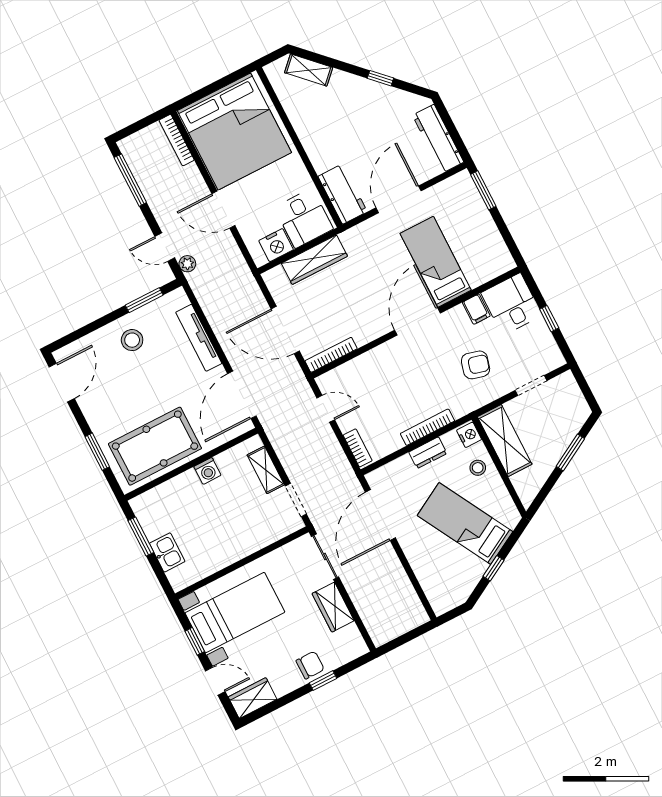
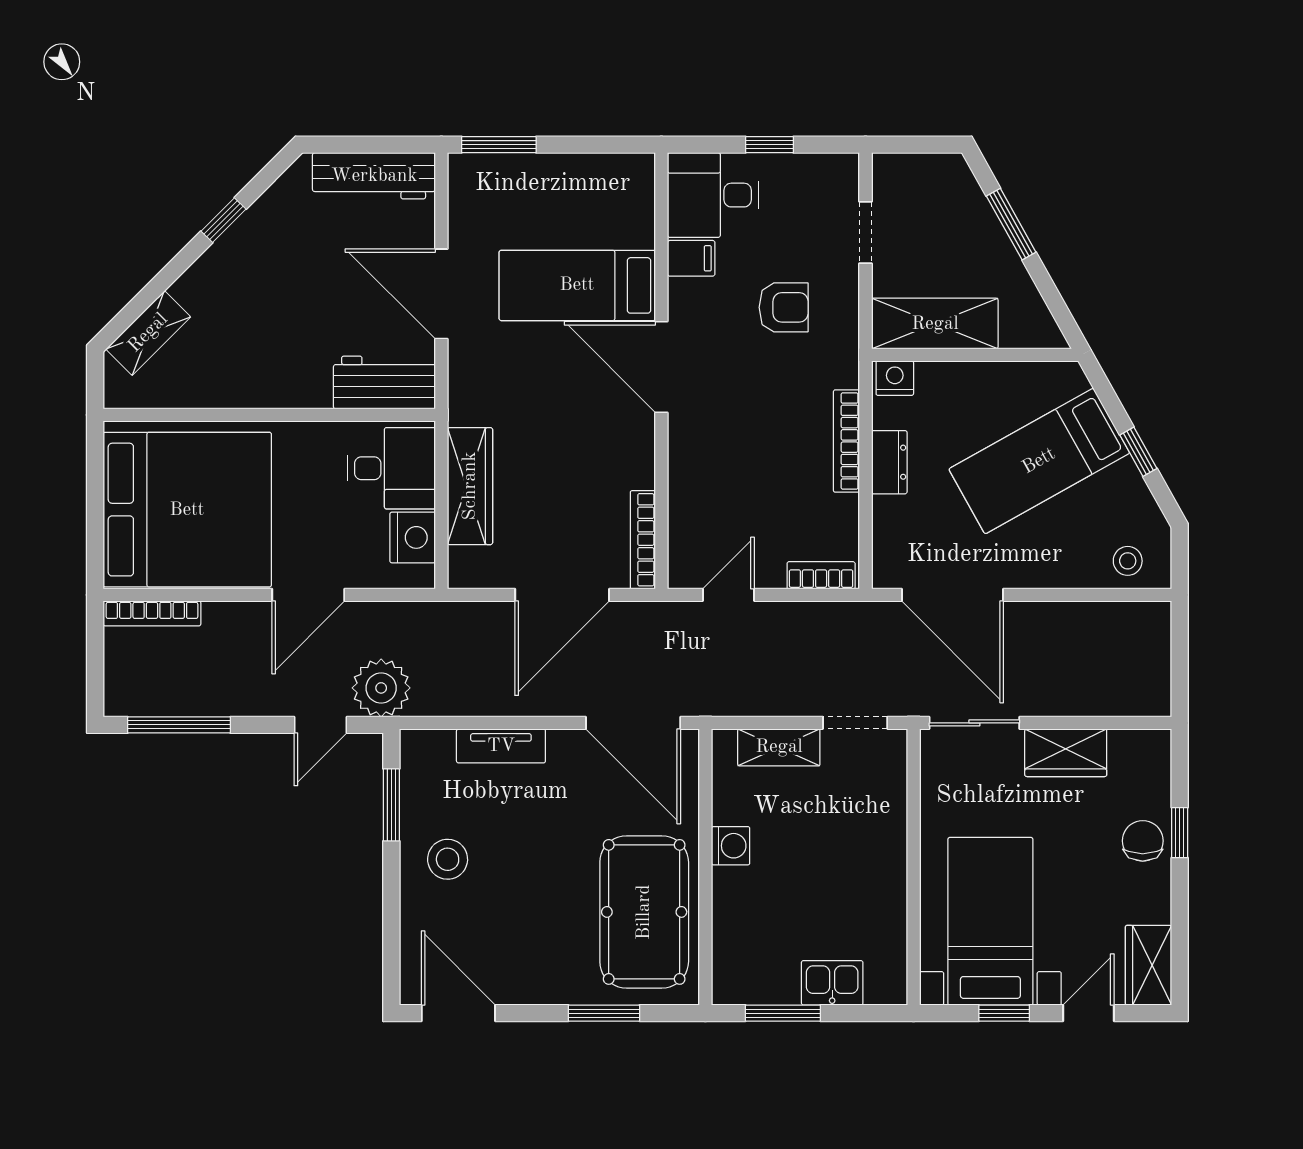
plant: (187, 264) -> (381, 688), width x1.87, depth x1.87
tv unit: (199, 338) -> (501, 746), width x0.71
armchair: (476, 365) -> (784, 307), turned 75
stool: (478, 468) -> (1128, 561), moved

